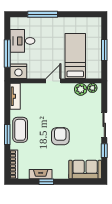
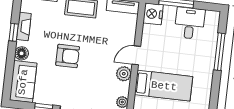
door: (53, 81) -> (136, 55), swing flipped
plant: (81, 89) -> (124, 74), moved
floor lamp: (62, 174) -> (22, 53), added

